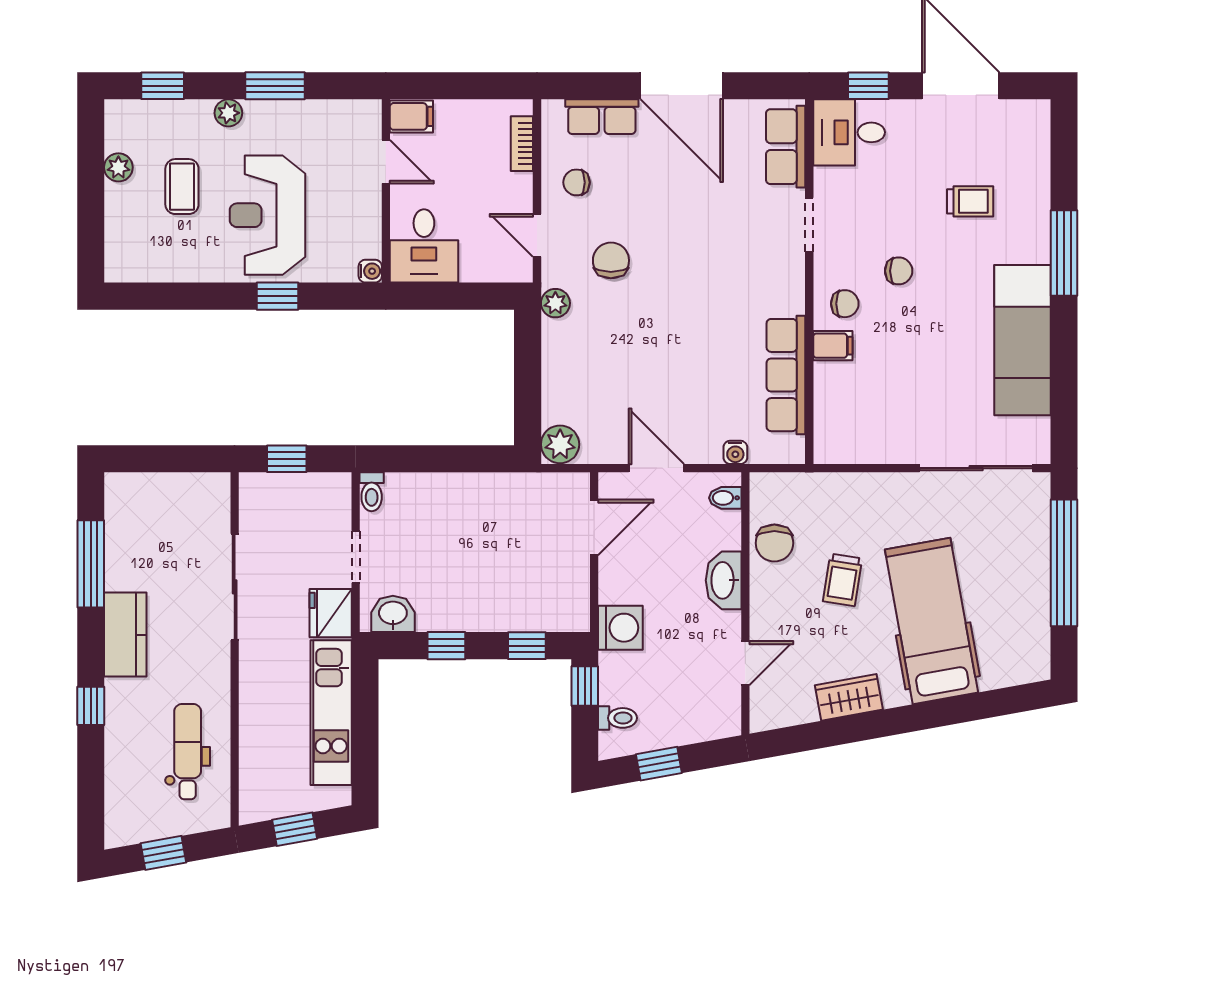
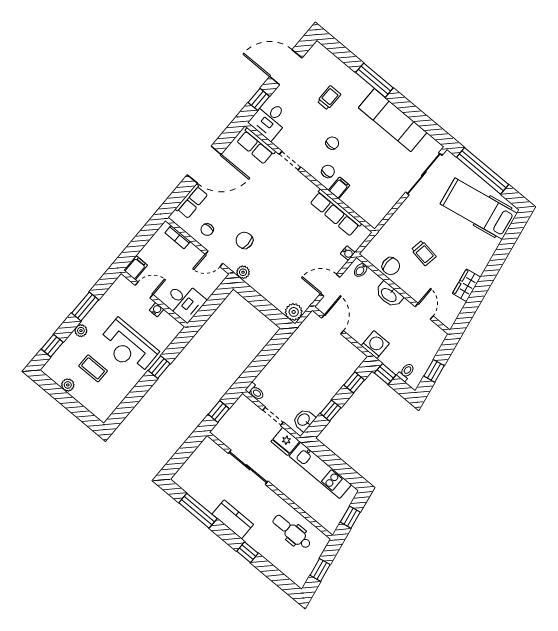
water cooler: (370, 271) -> (157, 310), moved
hospital bed: (931, 621) -> (479, 209), moved

